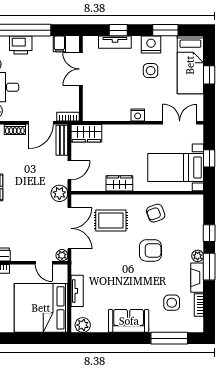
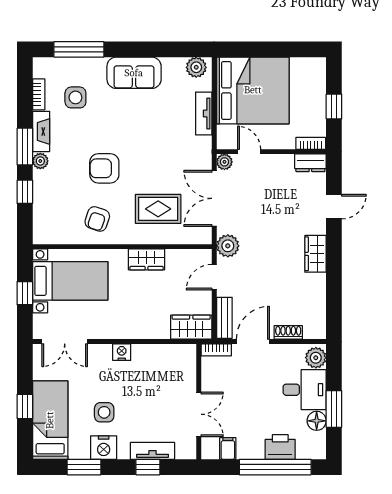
armchair: (156, 213) -> (97, 219), turned 129

